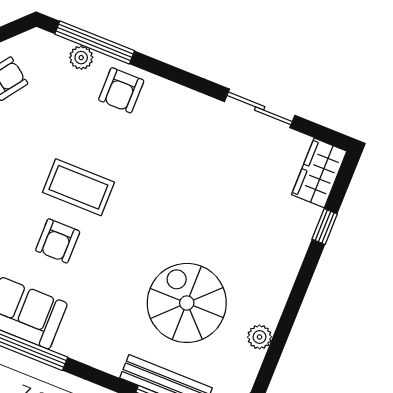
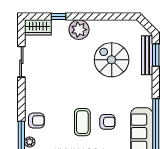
spiral stairs: (187, 303) -> (112, 60), turned 90
plant: (260, 337) -> (79, 30), moved, width x1.87, depth x1.87

